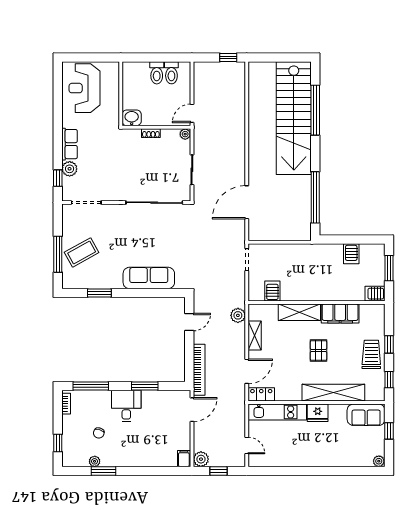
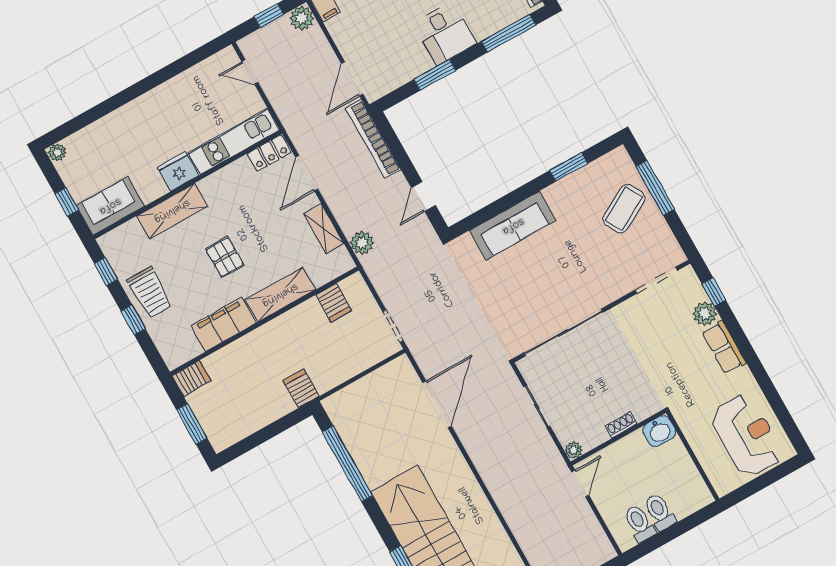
server rack: (351, 254) -> (301, 388), moved
shelving: (333, 393) -> (172, 211), width x0.68

